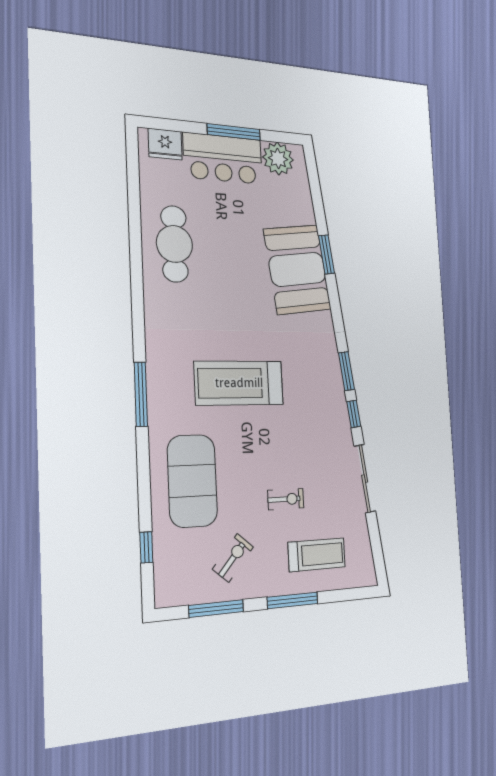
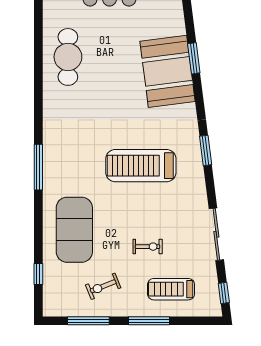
treadmill: (239, 383) -> (141, 166), moved
window: (354, 414) -> (224, 293), moved
treadmill: (317, 555) -> (171, 289), turned 180
exercise bike: (233, 558) -> (103, 286), turned -153

